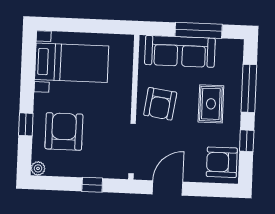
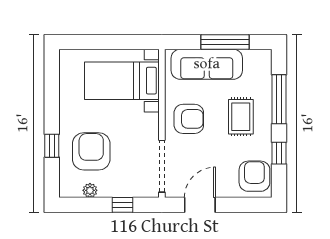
bed with nightstands: (72, 63) -> (122, 81), moved, turned 180
armchair: (160, 104) -> (189, 119), turned -98
armchair: (222, 162) -> (254, 176), turned 90
plant: (38, 168) -> (90, 190), moved

